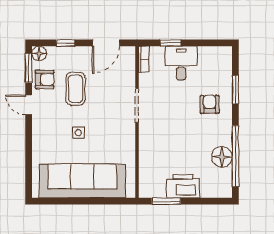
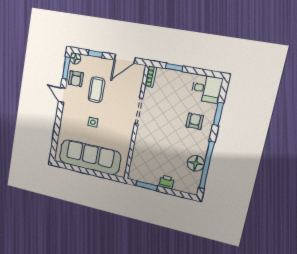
desk: (181, 63) -> (207, 89), moved, turned 90
armchair: (45, 79) -> (76, 79), turned 90
printer: (183, 186) -> (166, 182), width x0.53, depth x0.68

